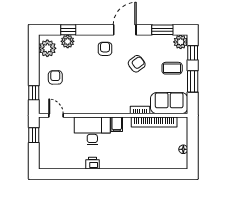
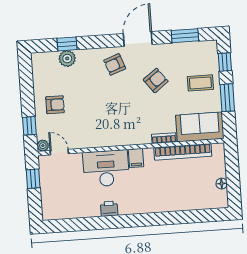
plant: (181, 42) -> (209, 49), removed
plant: (47, 48) -> (43, 146), moved, width x0.53, depth x0.53
armchair: (105, 49) -> (115, 64), turned -110
armchair: (55, 77) -> (55, 105), turned 91

